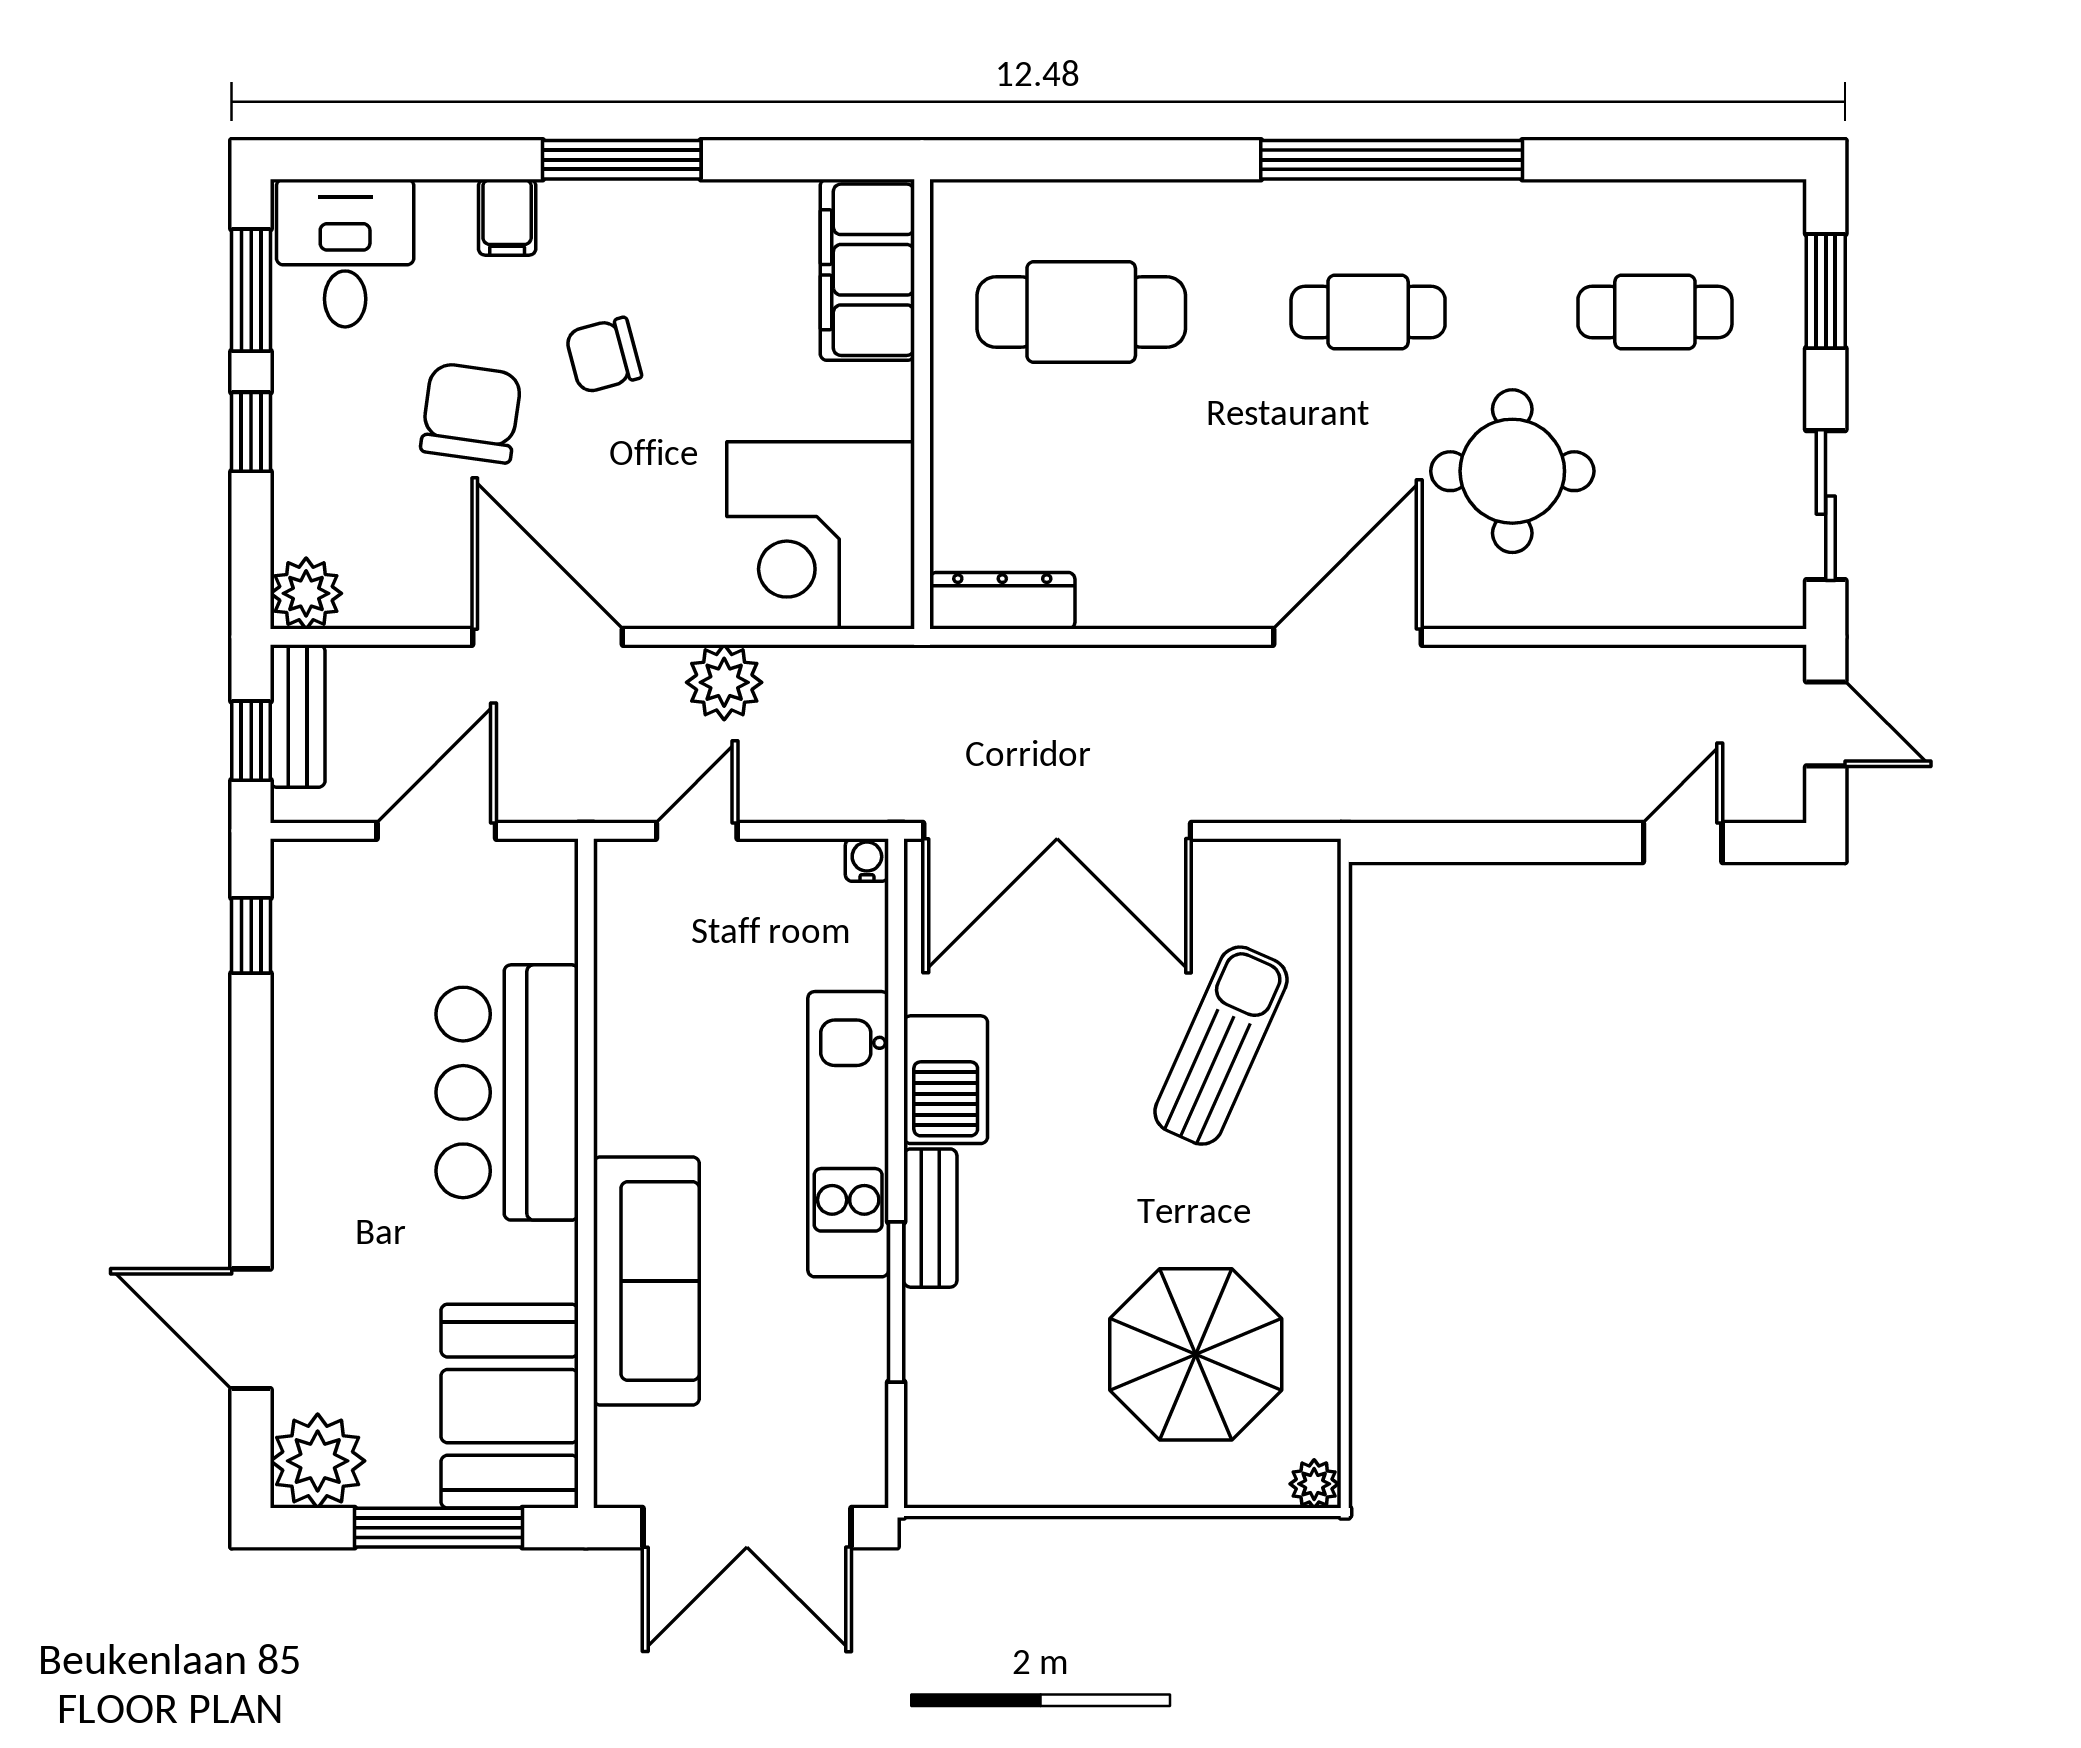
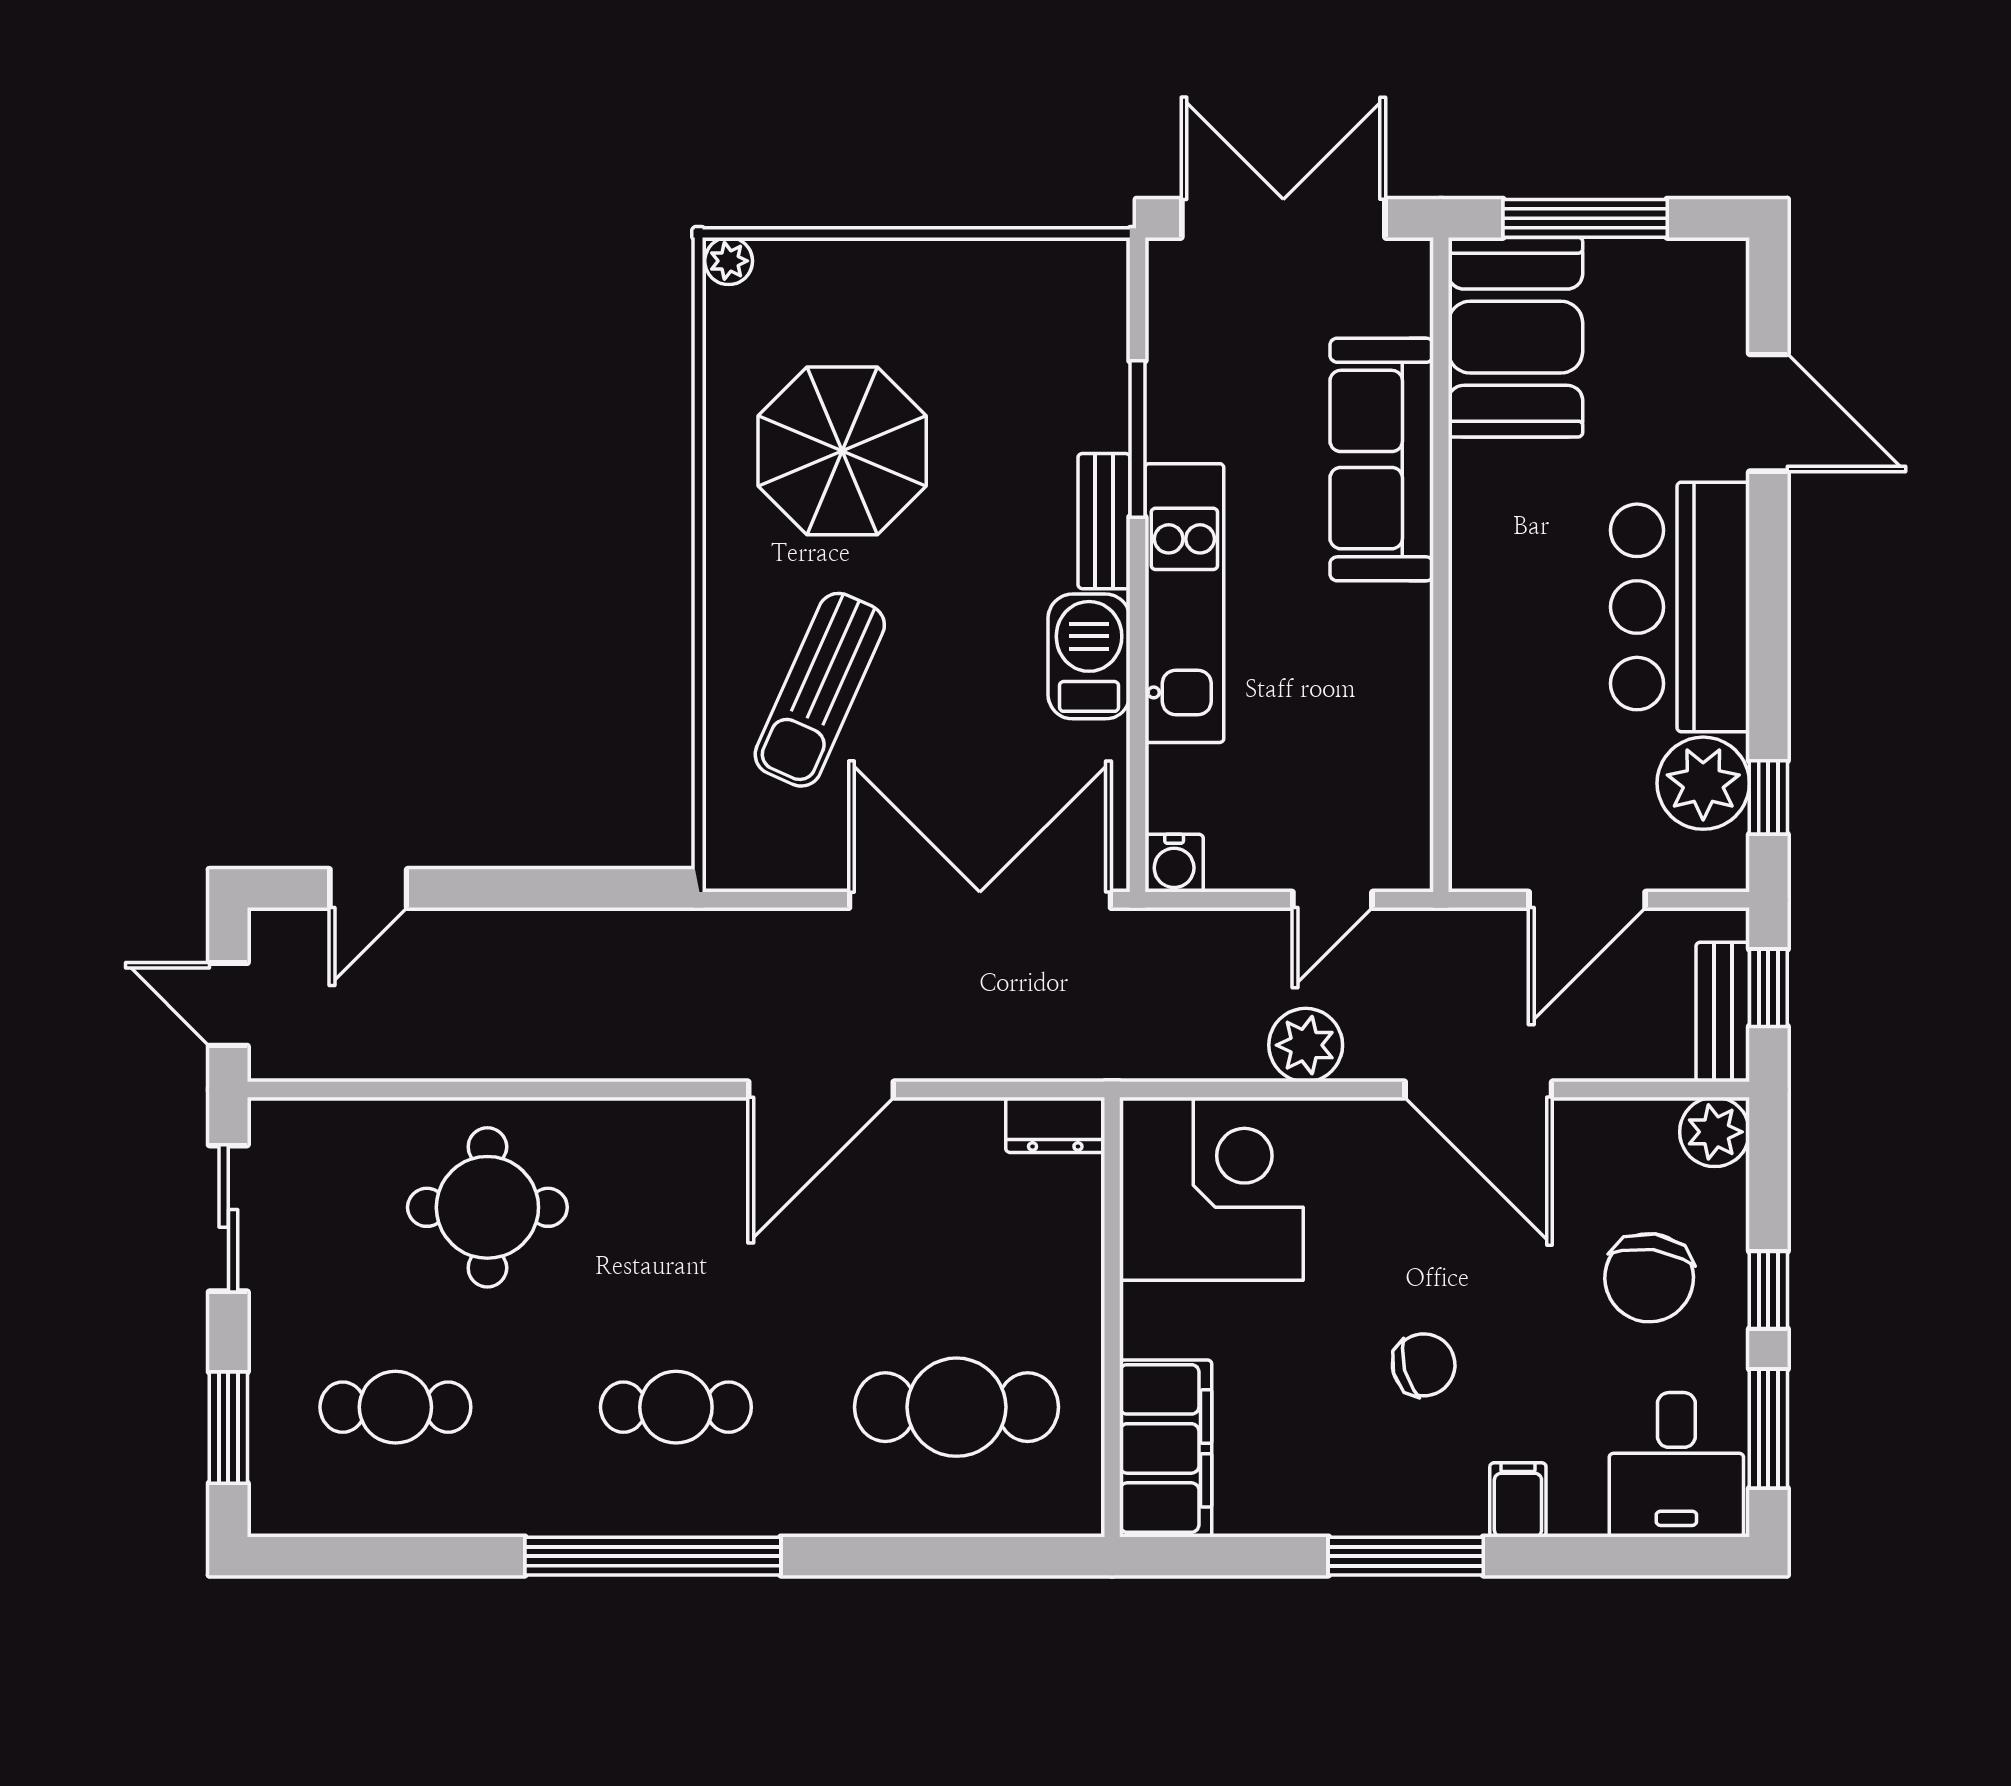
chair: (471, 413) -> (1649, 1278), moved
round table: (1512, 471) -> (487, 1207), moved
dresser: (1002, 601) -> (1055, 1125), width x0.70
door: (1347, 637) -> (821, 1089), moved
water cooler: (867, 860) -> (1174, 863), width x1.38, depth x1.38
bar counter: (507, 1092) -> (1680, 607), moved, turned 180
parasol: (1196, 1354) -> (842, 451), moved
plant: (318, 1461) -> (1703, 783), moved

